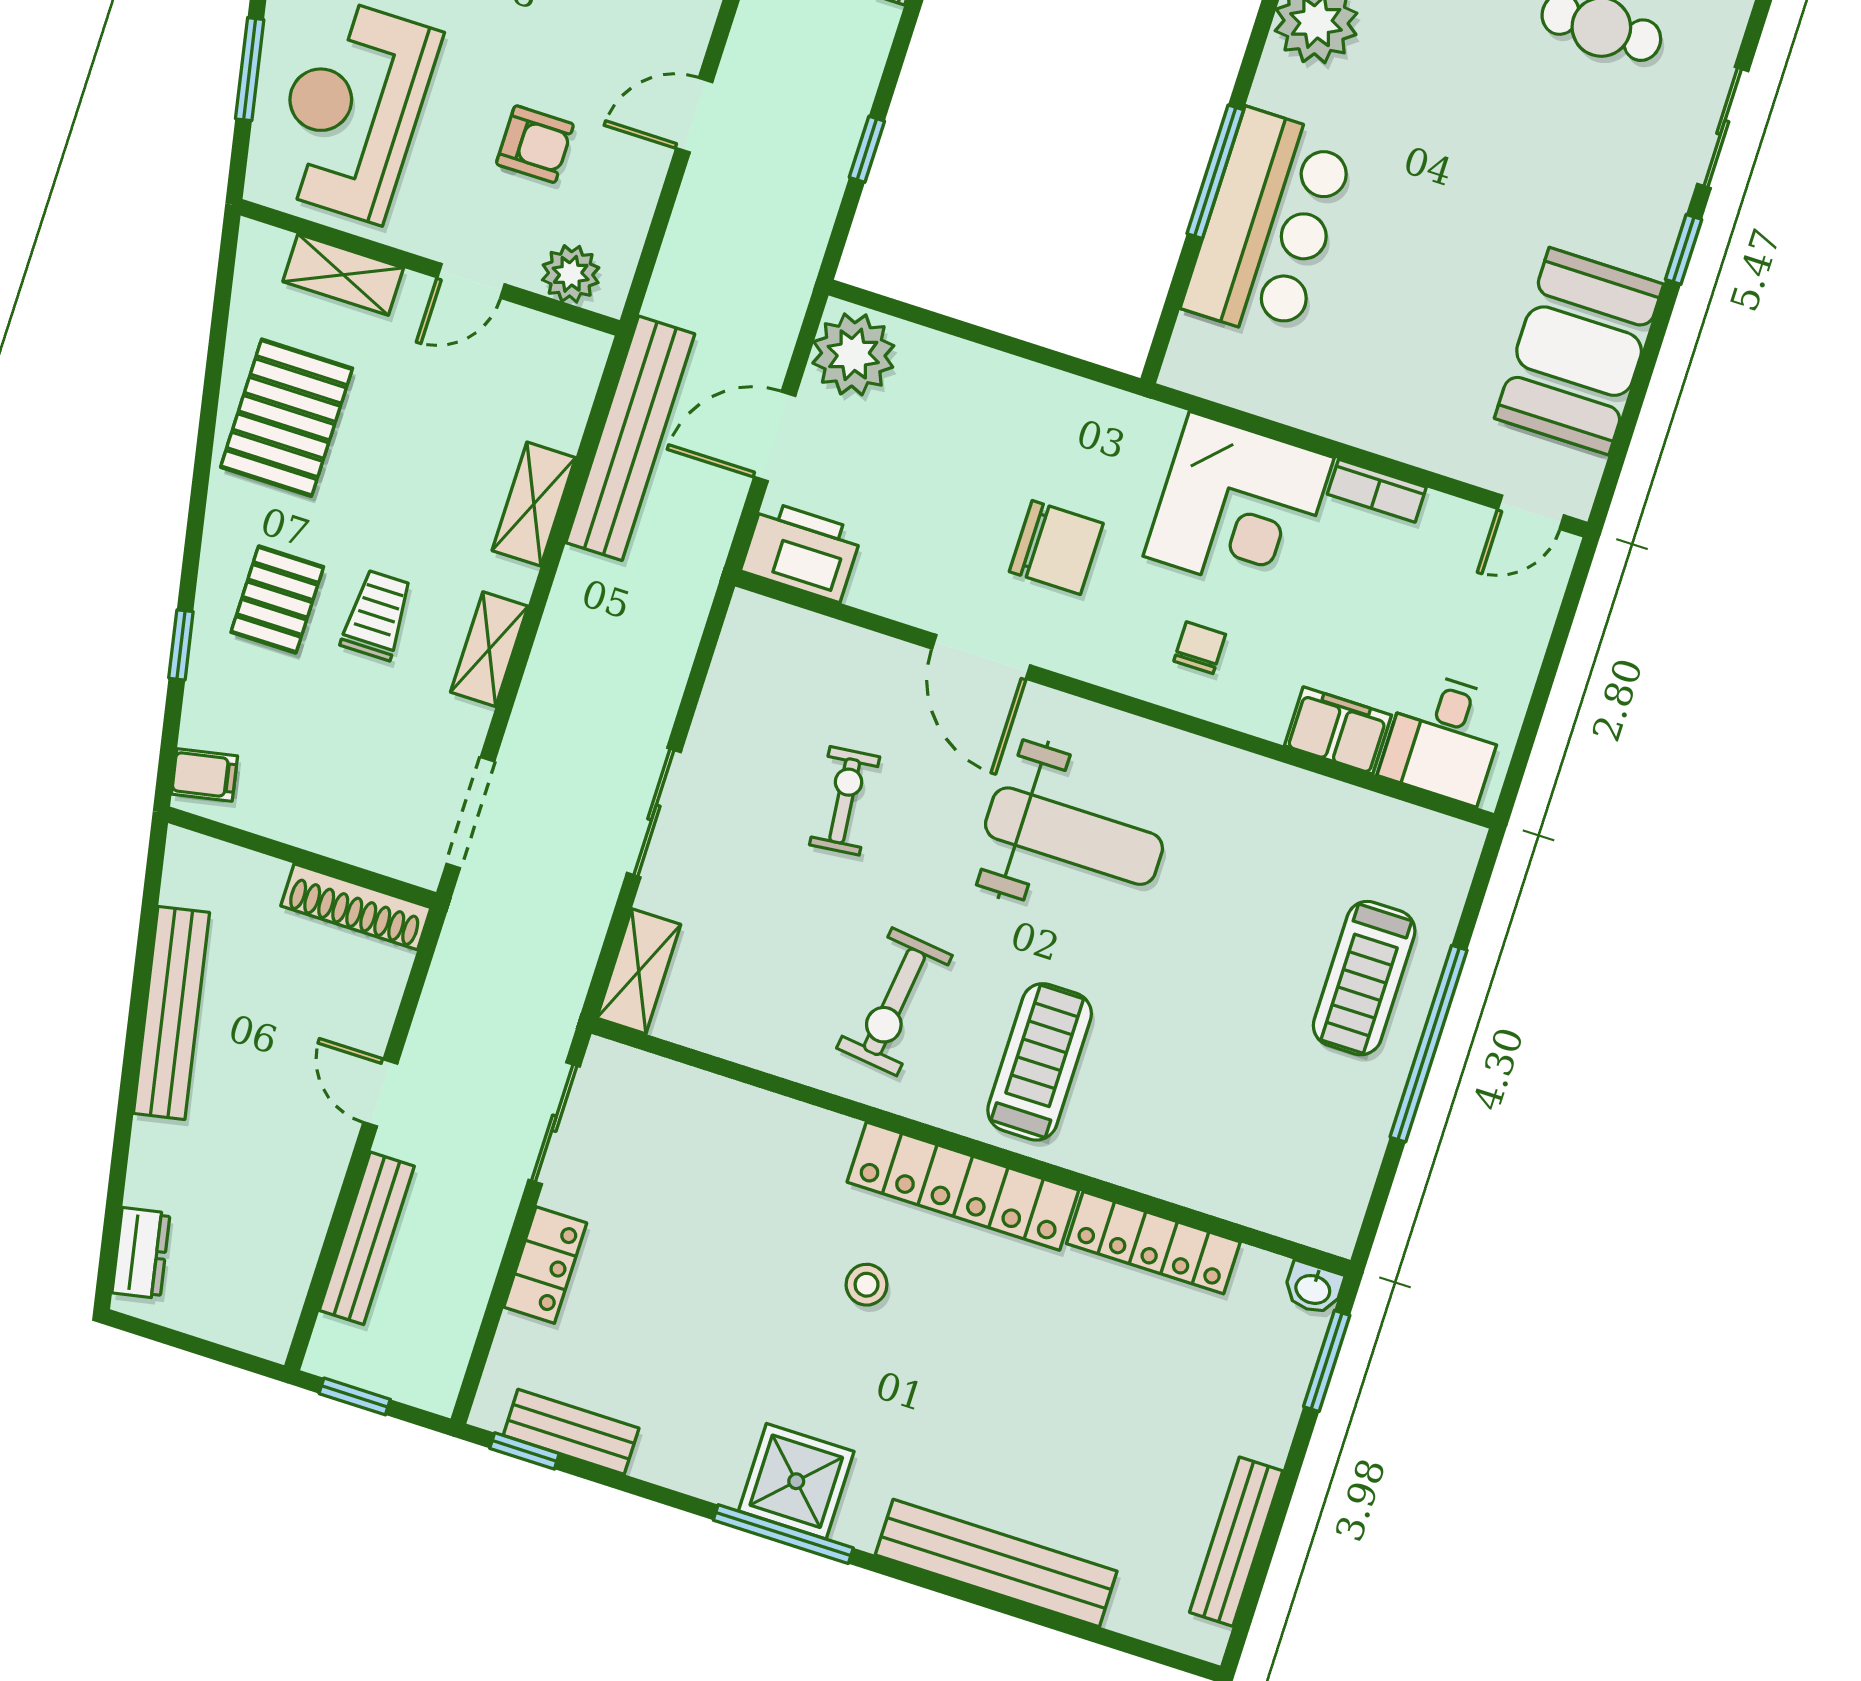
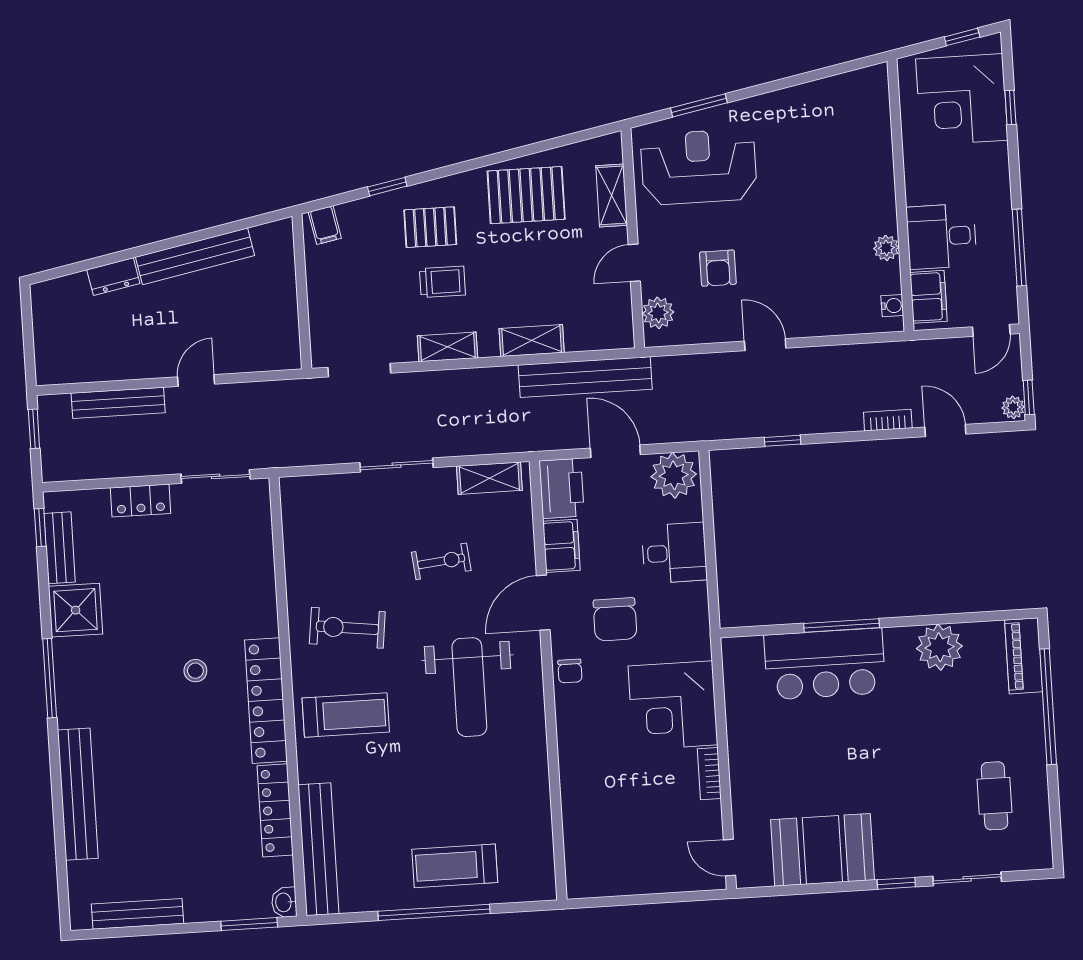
door: (471, 281) -> (634, 263), hinge flipped
chair: (1200, 648) -> (570, 671), moved, turned 90
filing cabinet: (1338, 730) -> (561, 546), moved
desk: (1444, 738) -> (674, 553), moved, turned 180
shoe rack: (356, 907) -> (287, 330), removed
shelving: (639, 971) -> (489, 478), moved
bench: (1247, 1196) -> (318, 849), added
dresser: (141, 1253) -> (113, 277), moved
shower: (796, 1481) -> (76, 610), moved

